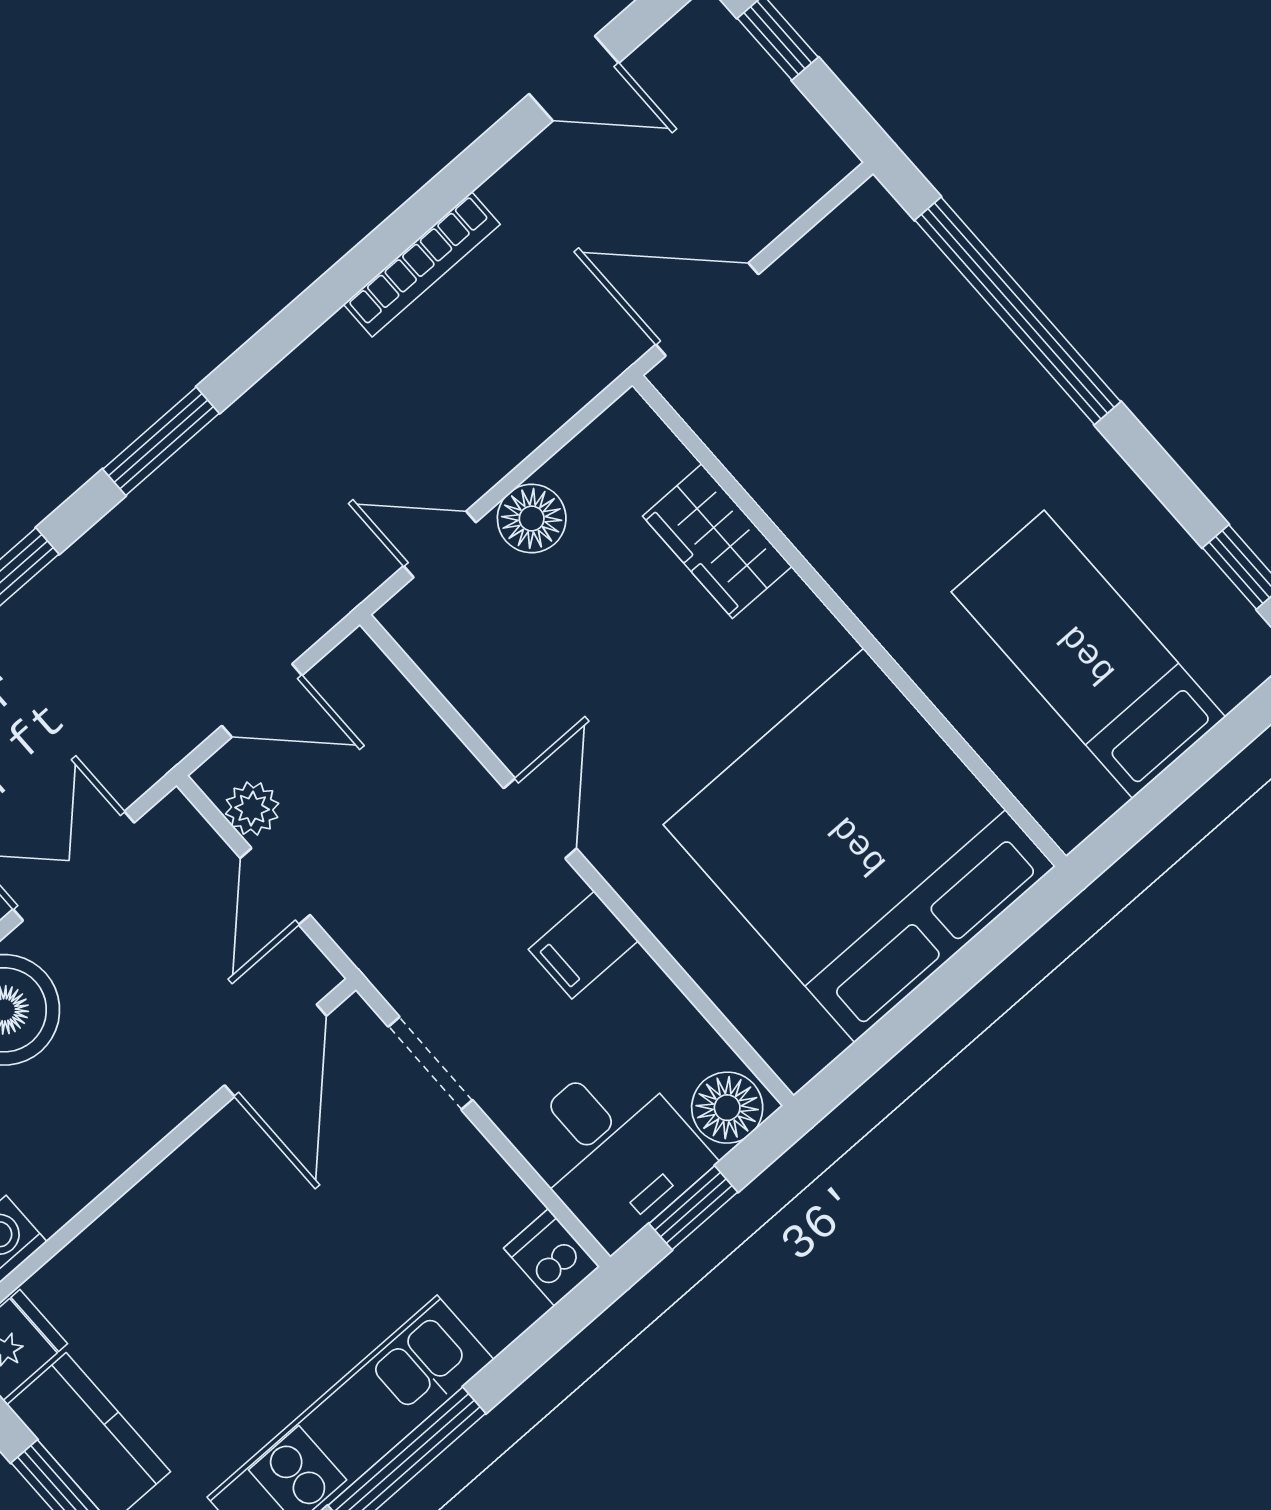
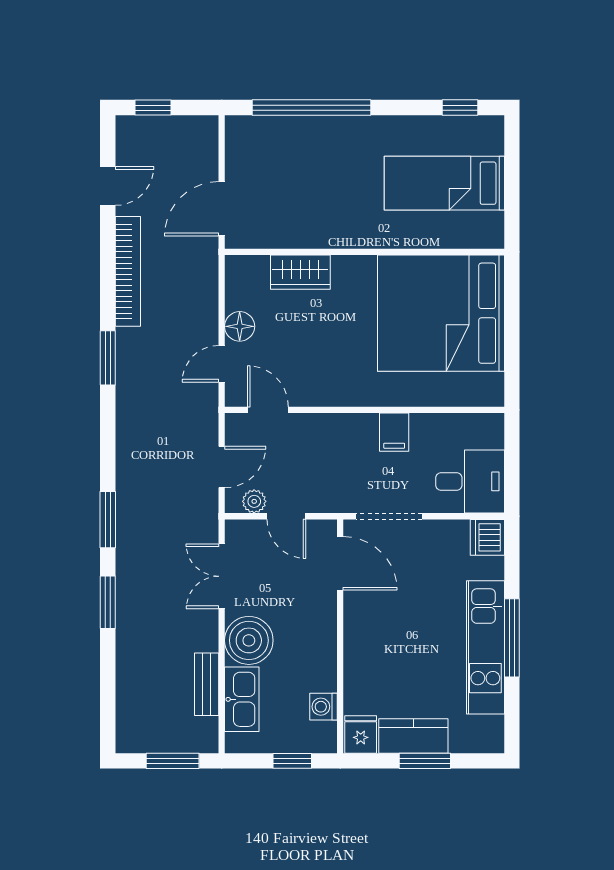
bookcase: (422, 264) -> (128, 271), width x1.48, depth x1.31
window: (161, 441) -> (108, 358), moved
door: (540, 818) -> (268, 410), moved
doorway: (430, 1063) -> (389, 516), width x1.38
floor lamp: (727, 1108) -> (489, 432), removed
window: (693, 1208) -> (512, 472), removed
dishwasher: (552, 1257) -> (487, 537), width x1.38

